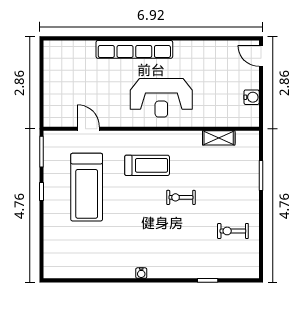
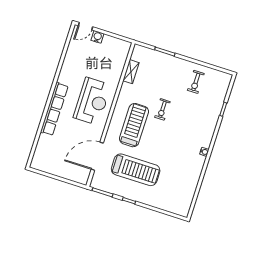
water cooler: (252, 97) -> (97, 37), moved
door: (89, 129) -> (97, 156), width x1.88
treadmill: (147, 165) -> (134, 125), width x1.37, depth x1.38

